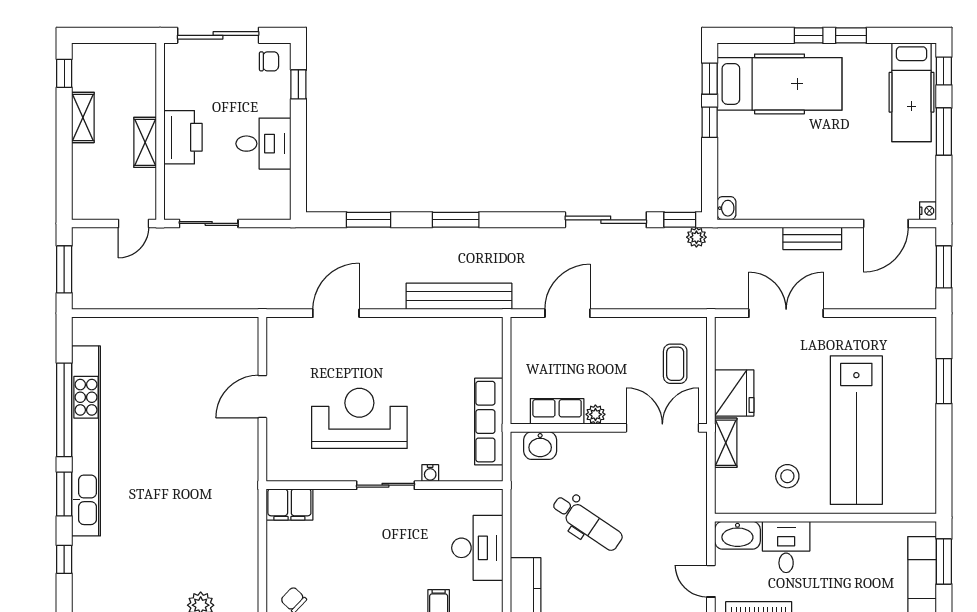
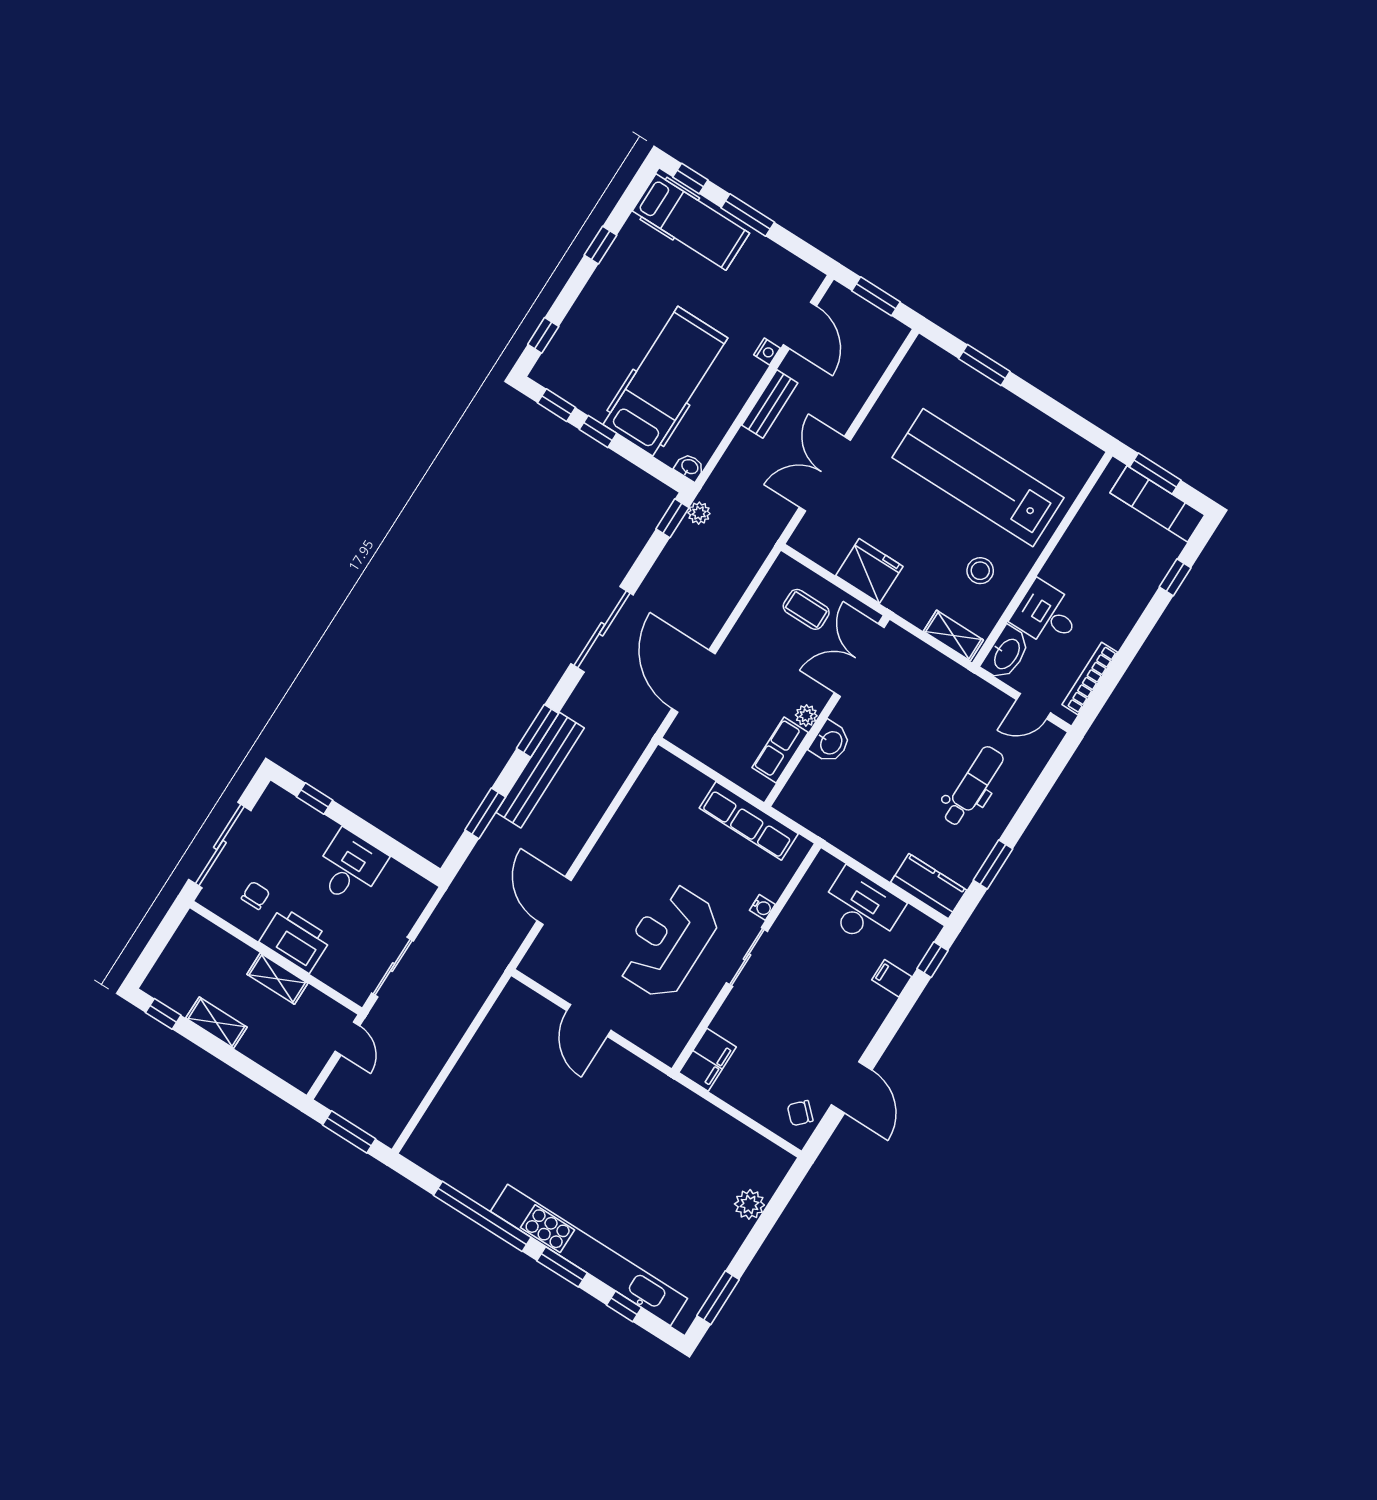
window: (809, 35) -> (543, 335), moved
chair: (269, 61) -> (256, 895), moved
hospital bed: (780, 84) -> (665, 381), moved
nightstand: (928, 211) -> (767, 352), moved, turned 90
sliding door: (606, 220) -> (602, 629), moved
bench: (459, 296) -> (540, 770), moved
door: (567, 313) -> (693, 681), width x1.36
lab bench: (856, 430) -> (978, 478), turned 180
kitchen unit: (86, 441) -> (589, 1255), moved
shelving: (726, 443) -> (953, 636), moved
washbasin: (540, 446) -> (830, 742), moved
dental chair: (587, 523) -> (973, 786), moved, turned -34

